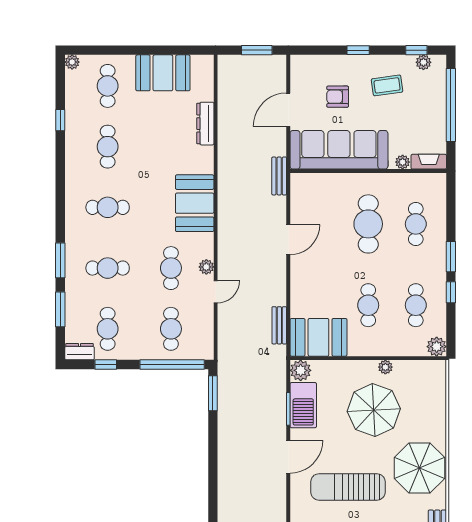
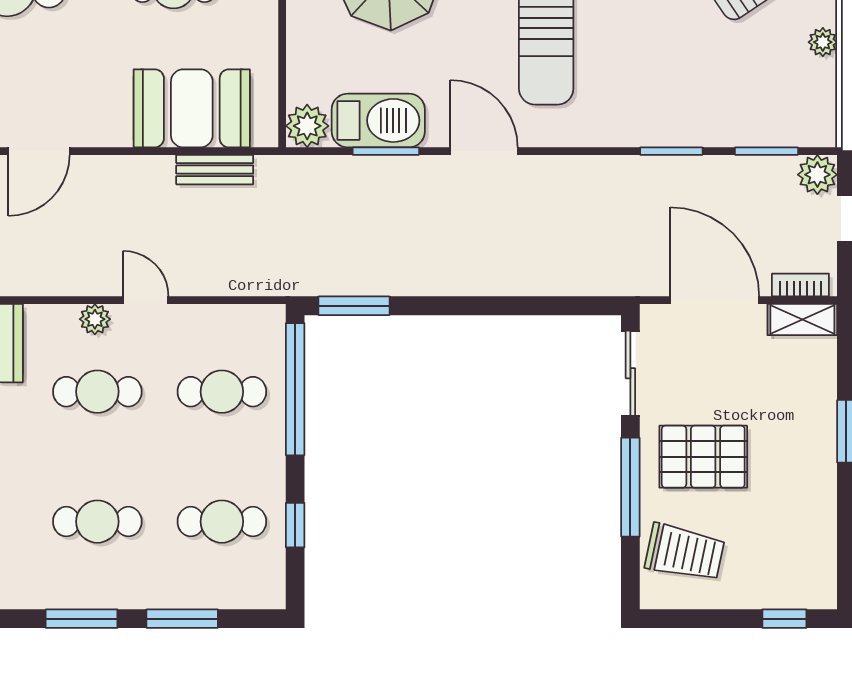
door: (288, 240) -> (39, 151), swing flipped
cafe table: (108, 268) -> (97, 522), turned 90
booth: (318, 337) -> (192, 108), moved, turned 90
dresser: (79, 352) -> (269, 579), removed

